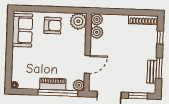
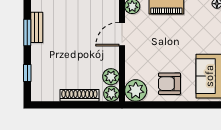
shoe rack: (143, 20) -> (79, 95), moved

